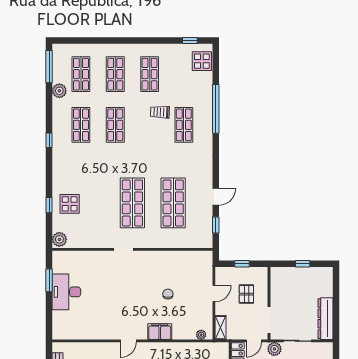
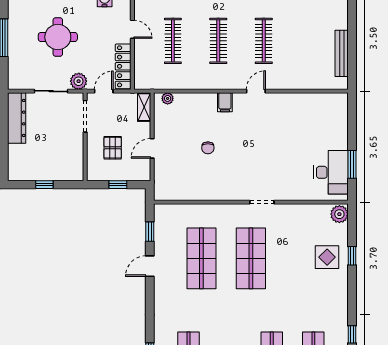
desk: (66, 292) -> (331, 172), moved
filing cabinet: (160, 332) -> (225, 102), width x0.50

